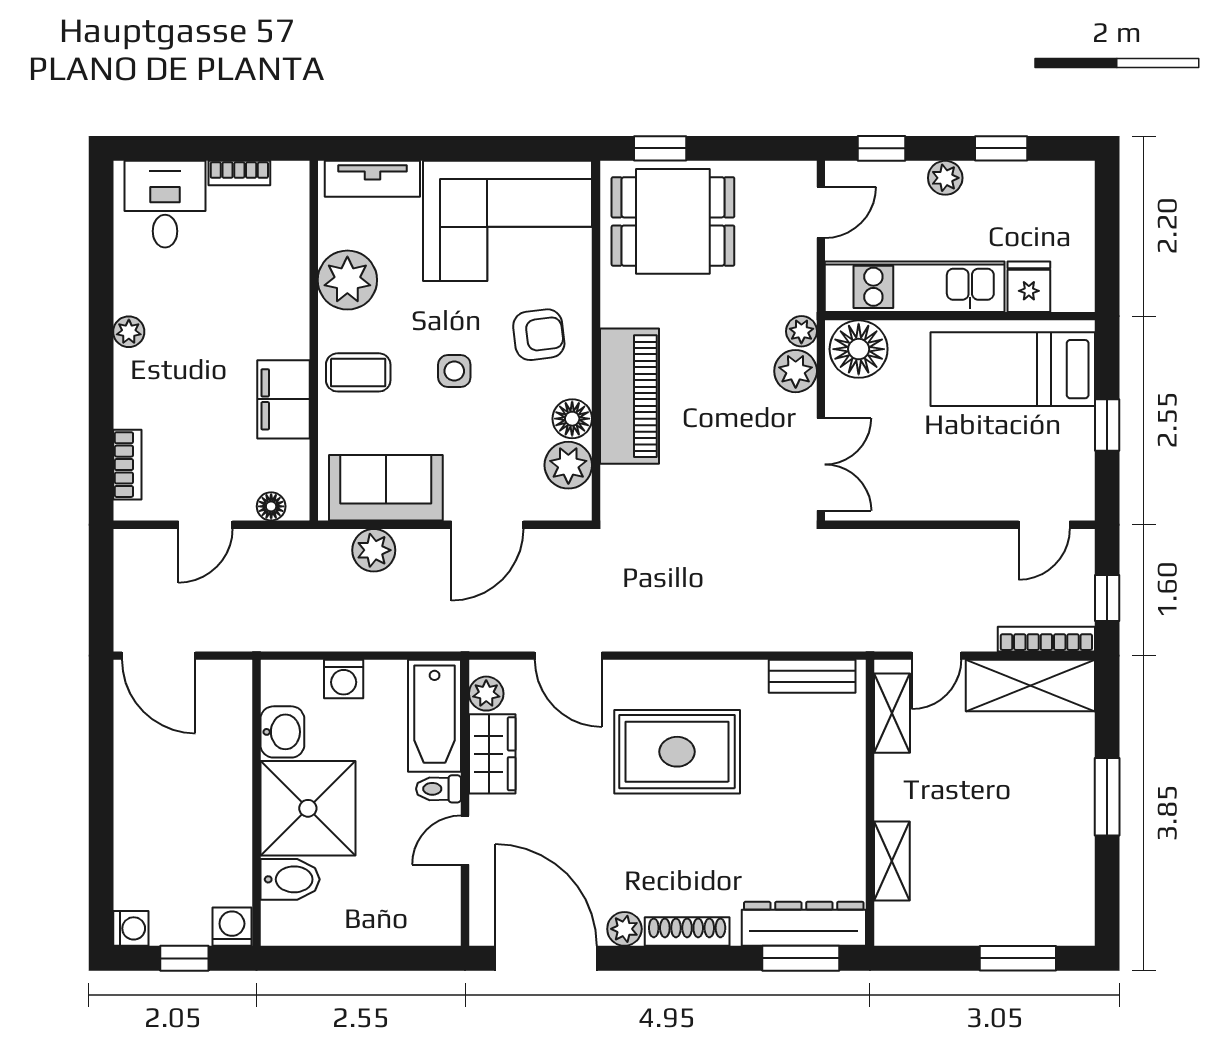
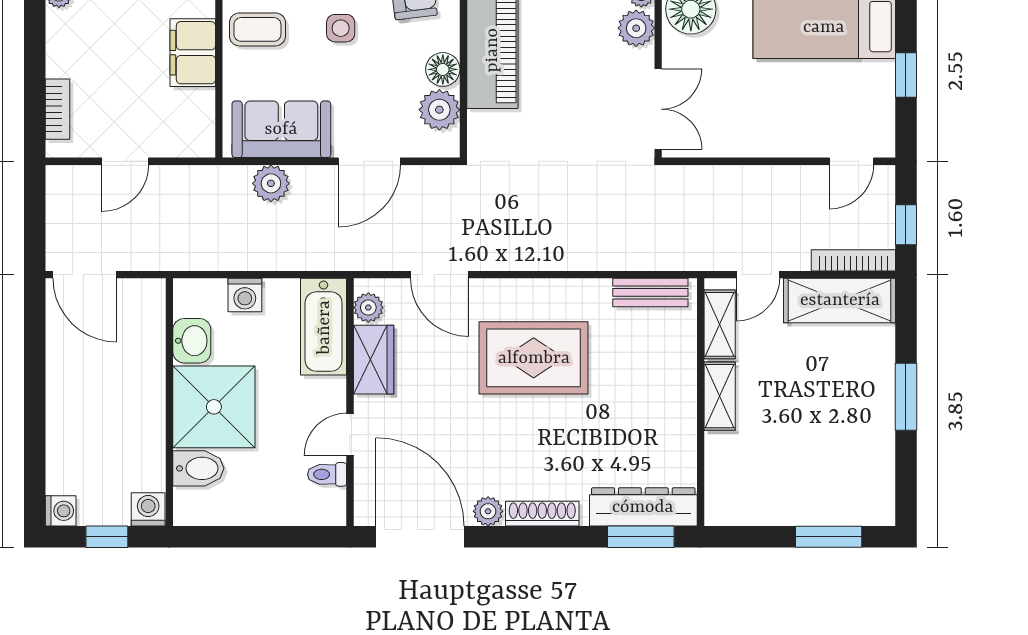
floor lamp: (271, 506) -> (182, 145), removed
toilet: (439, 789) -> (327, 474), moved
shelving: (892, 861) -> (720, 396), moved

